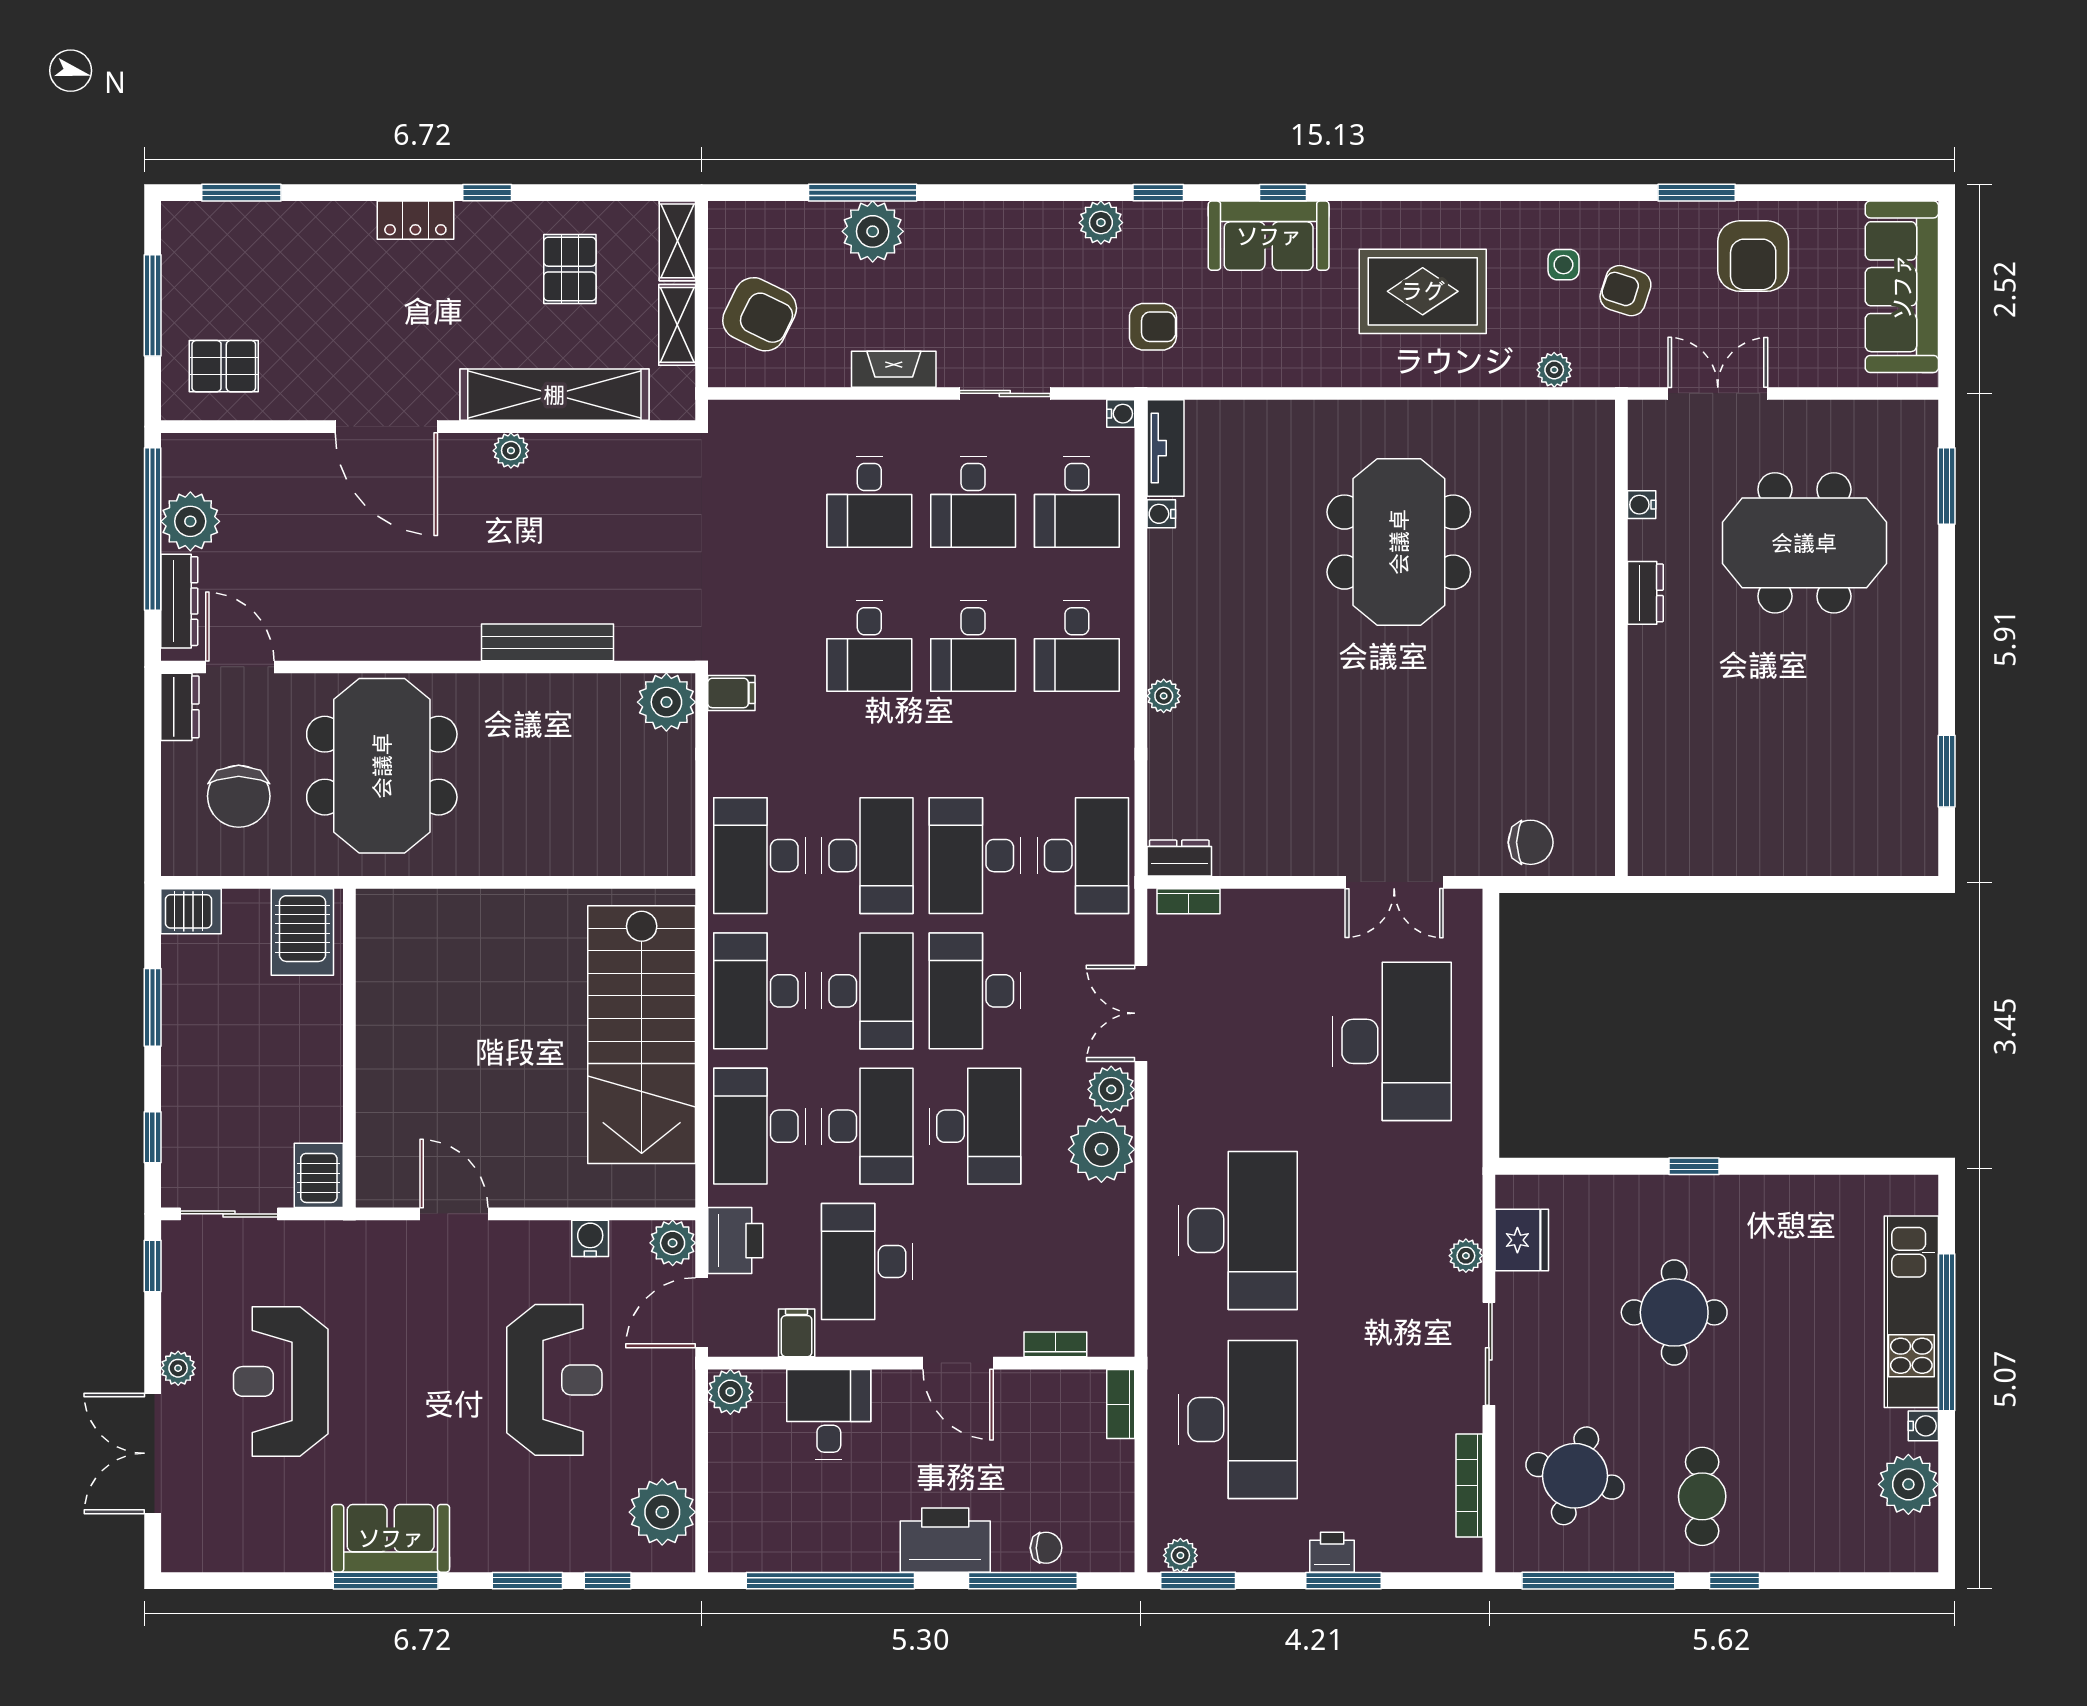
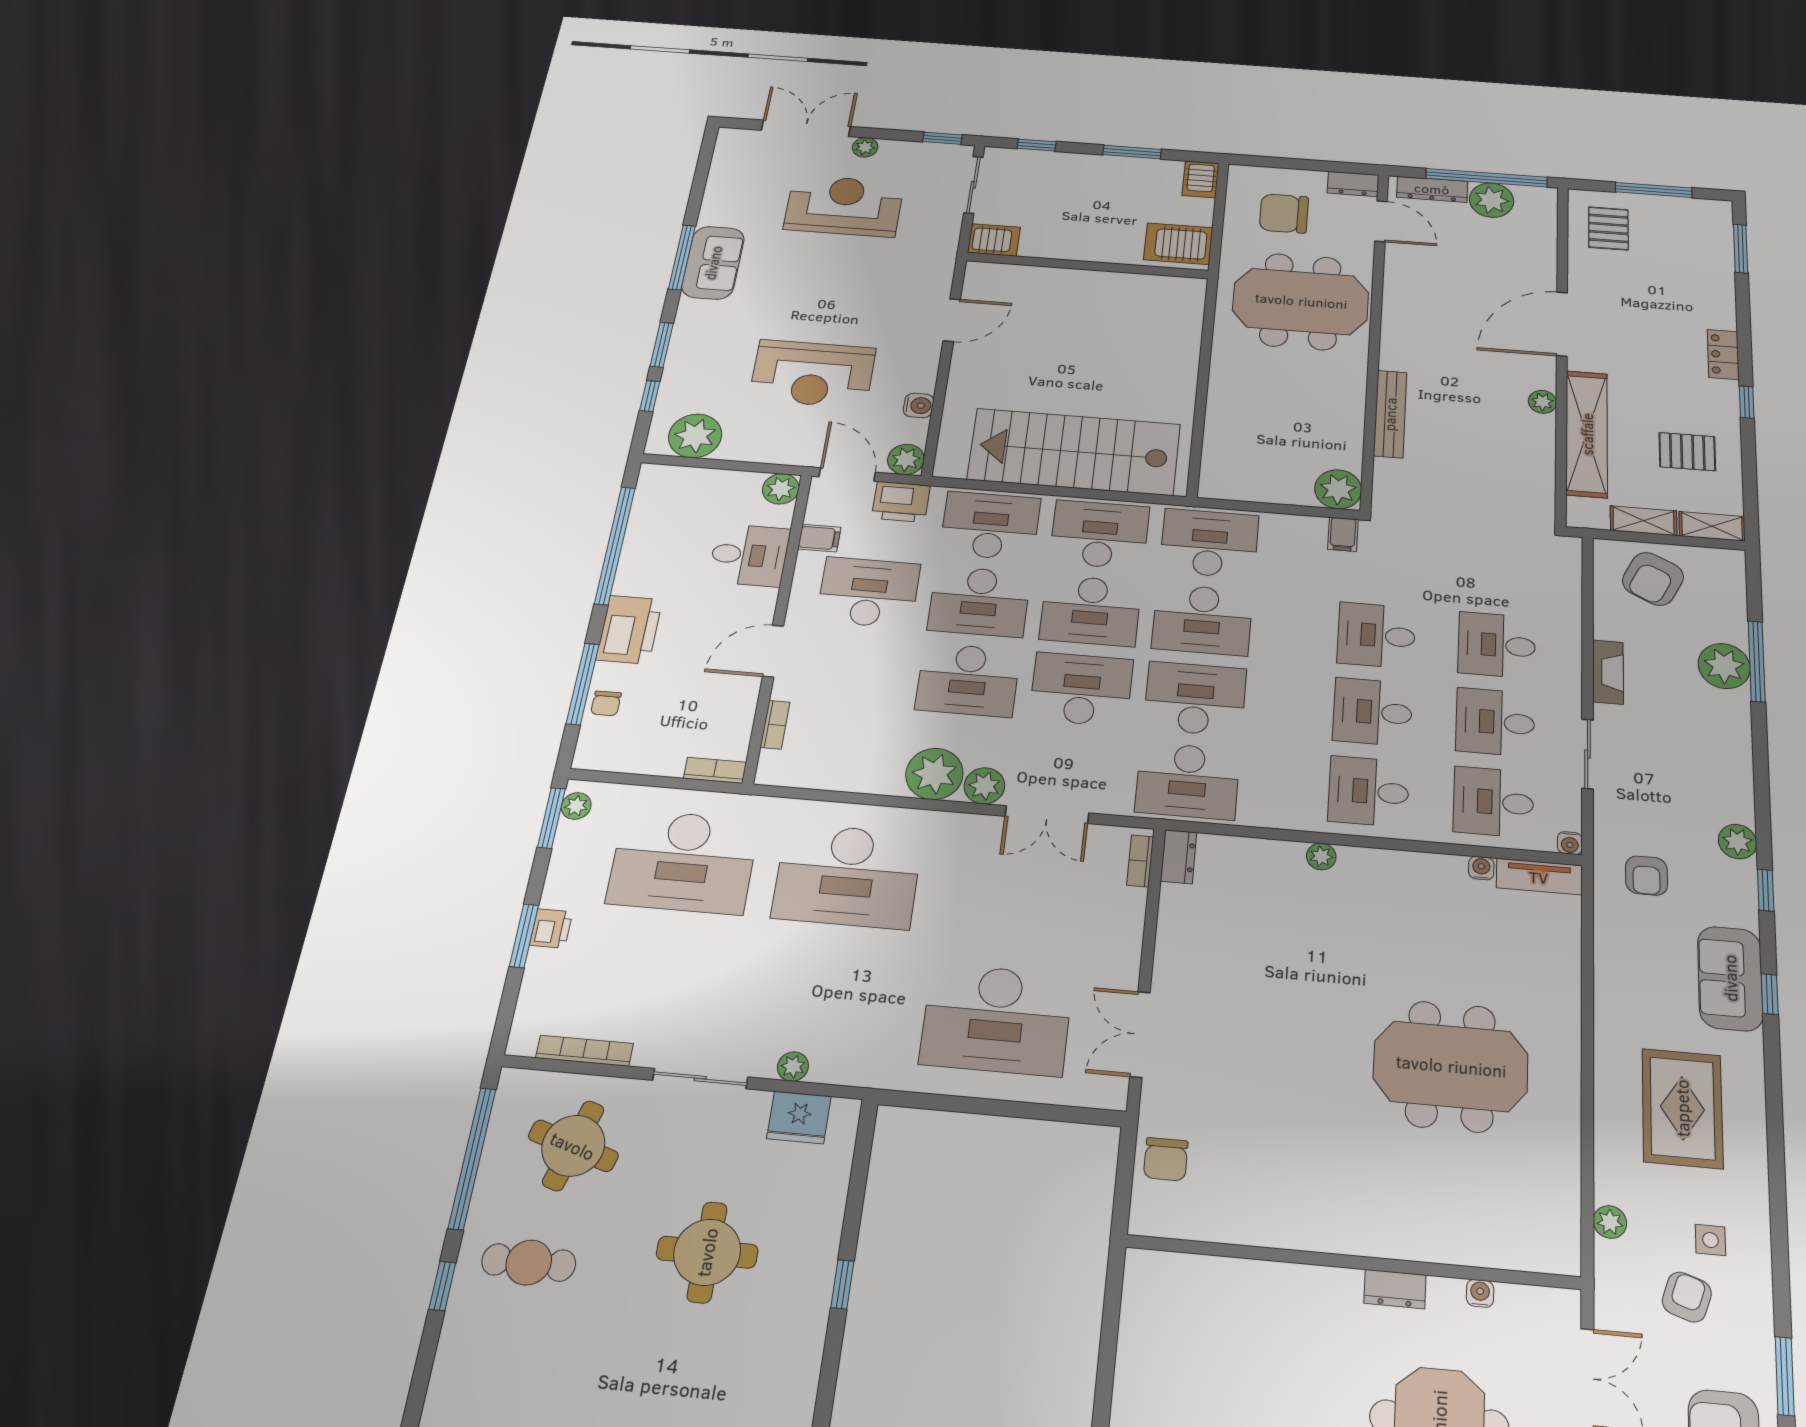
door: (240, 667) -> (1381, 221), hinge flipped
double door: (1141, 1013) -> (1047, 815), swing flipped

